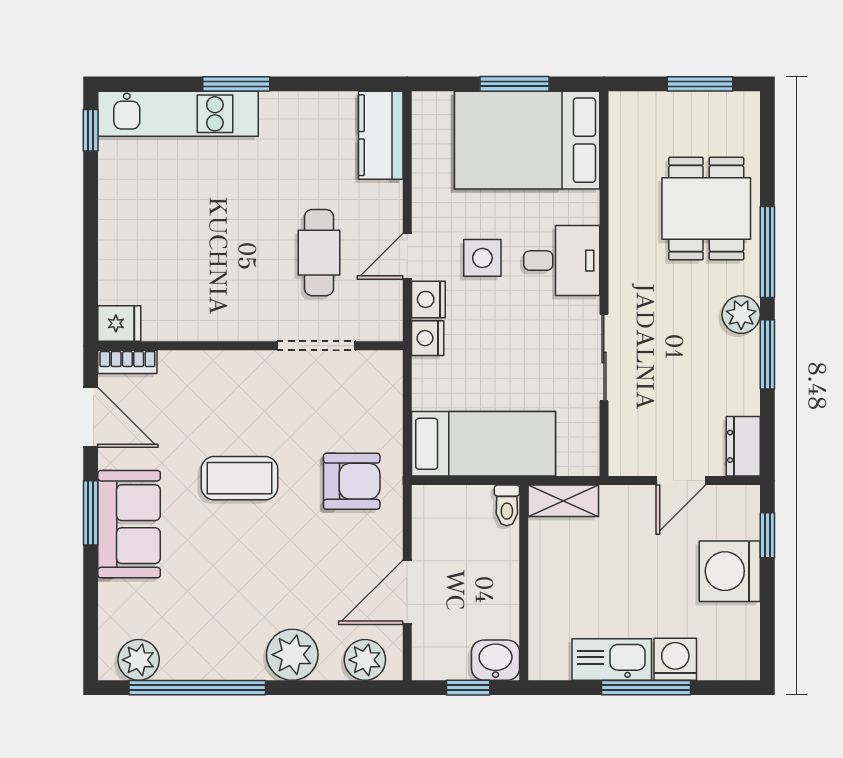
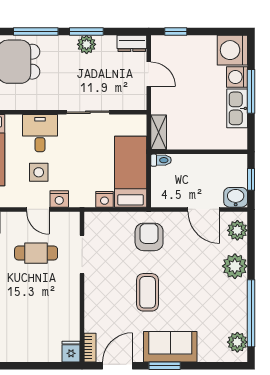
plant: (741, 315) -> (87, 44), moved
nightstand: (428, 338) -> (104, 199), moved
washing machine: (730, 571) -> (232, 50), moved, turned 90
washbasin: (496, 660) -> (236, 197), moved, turned 90

